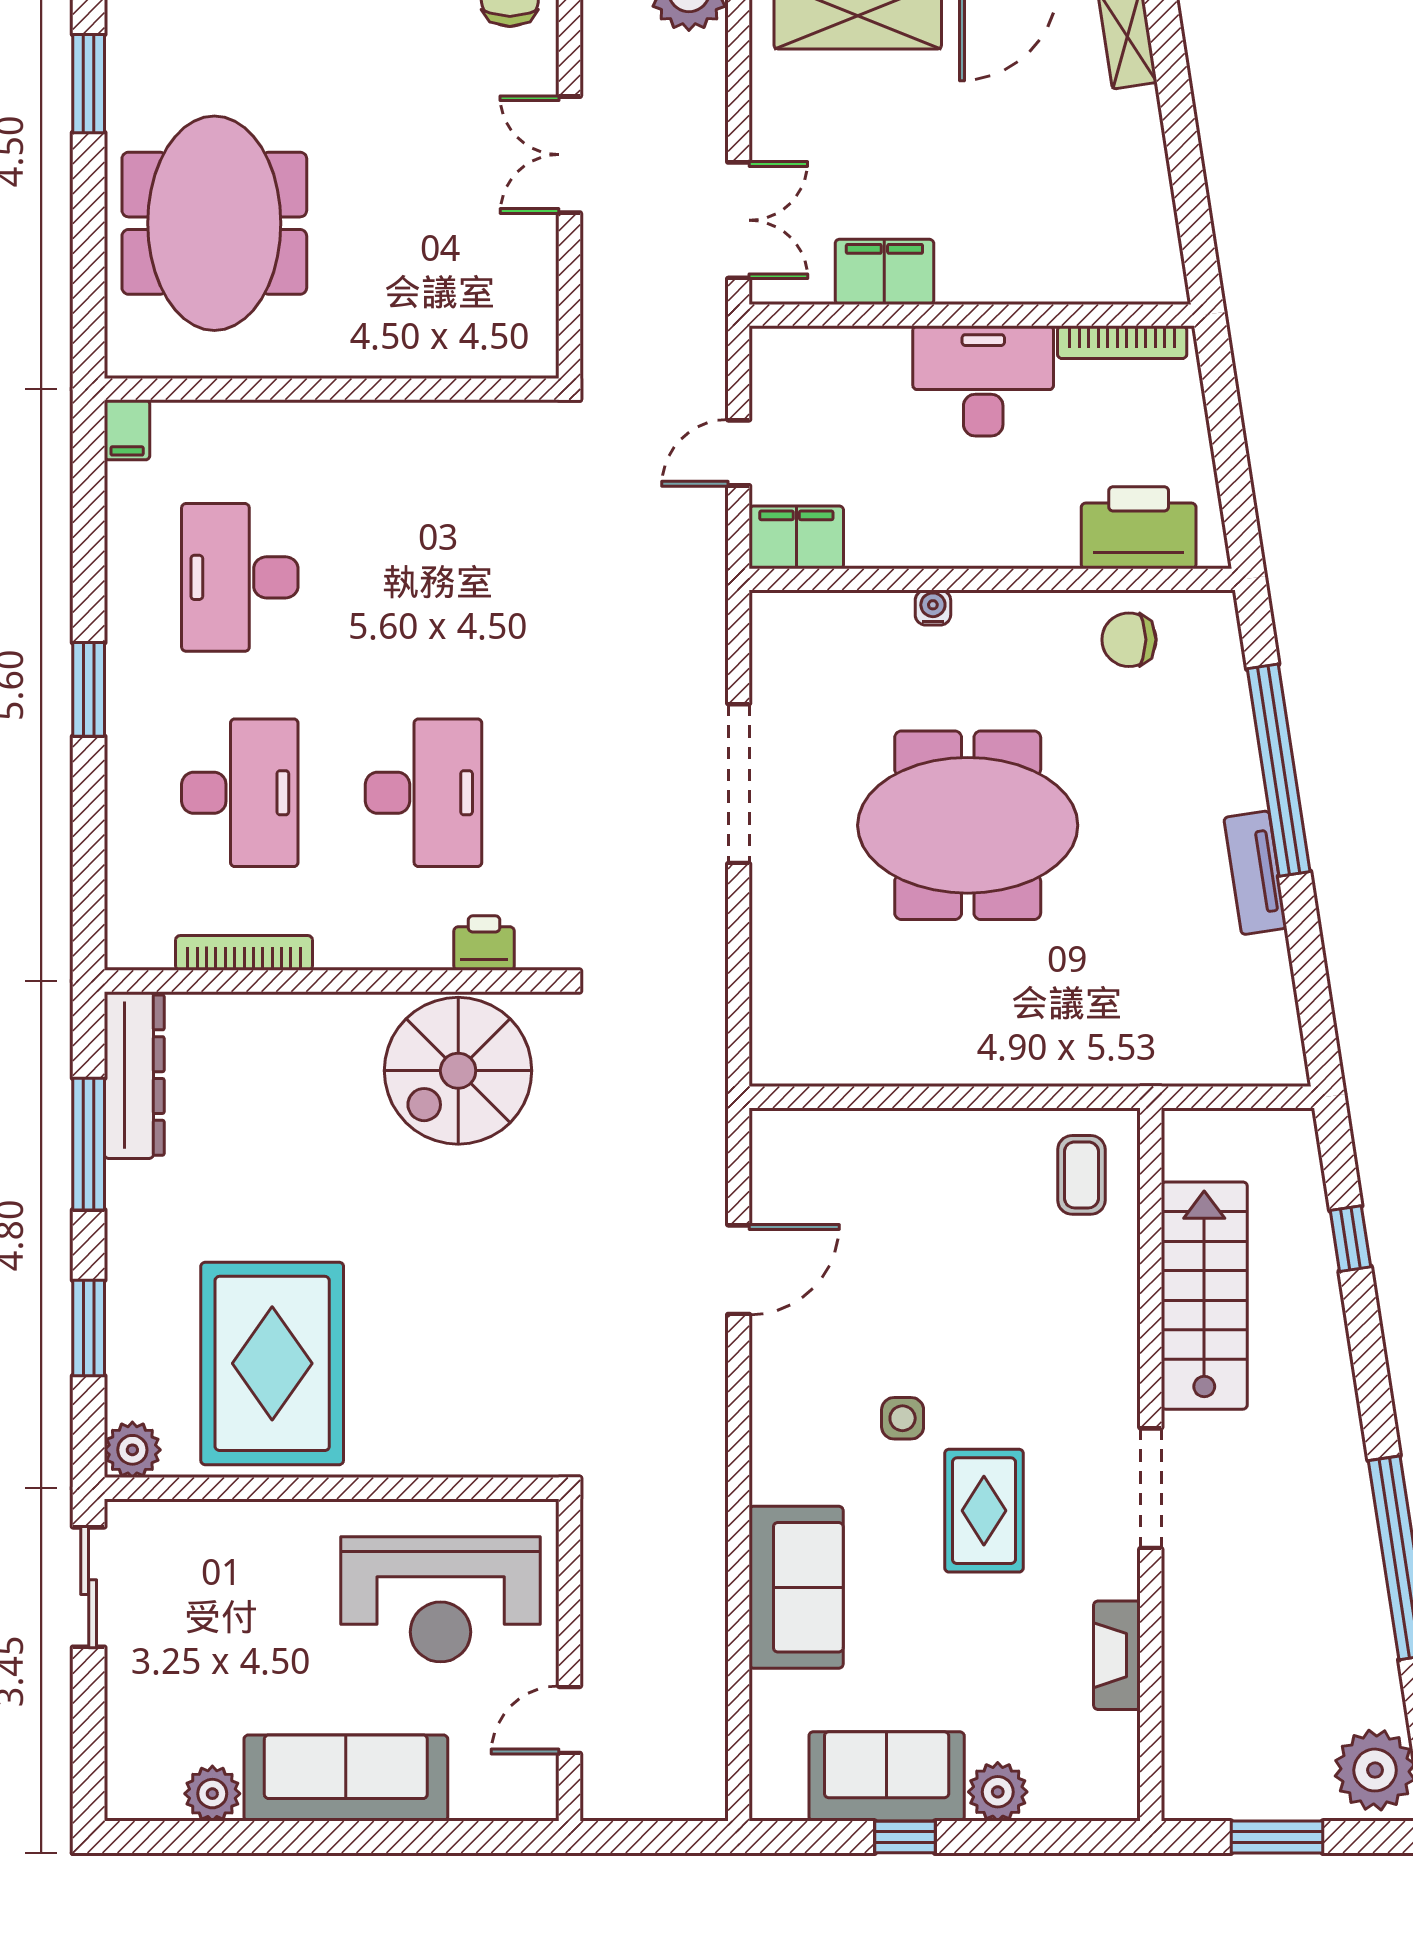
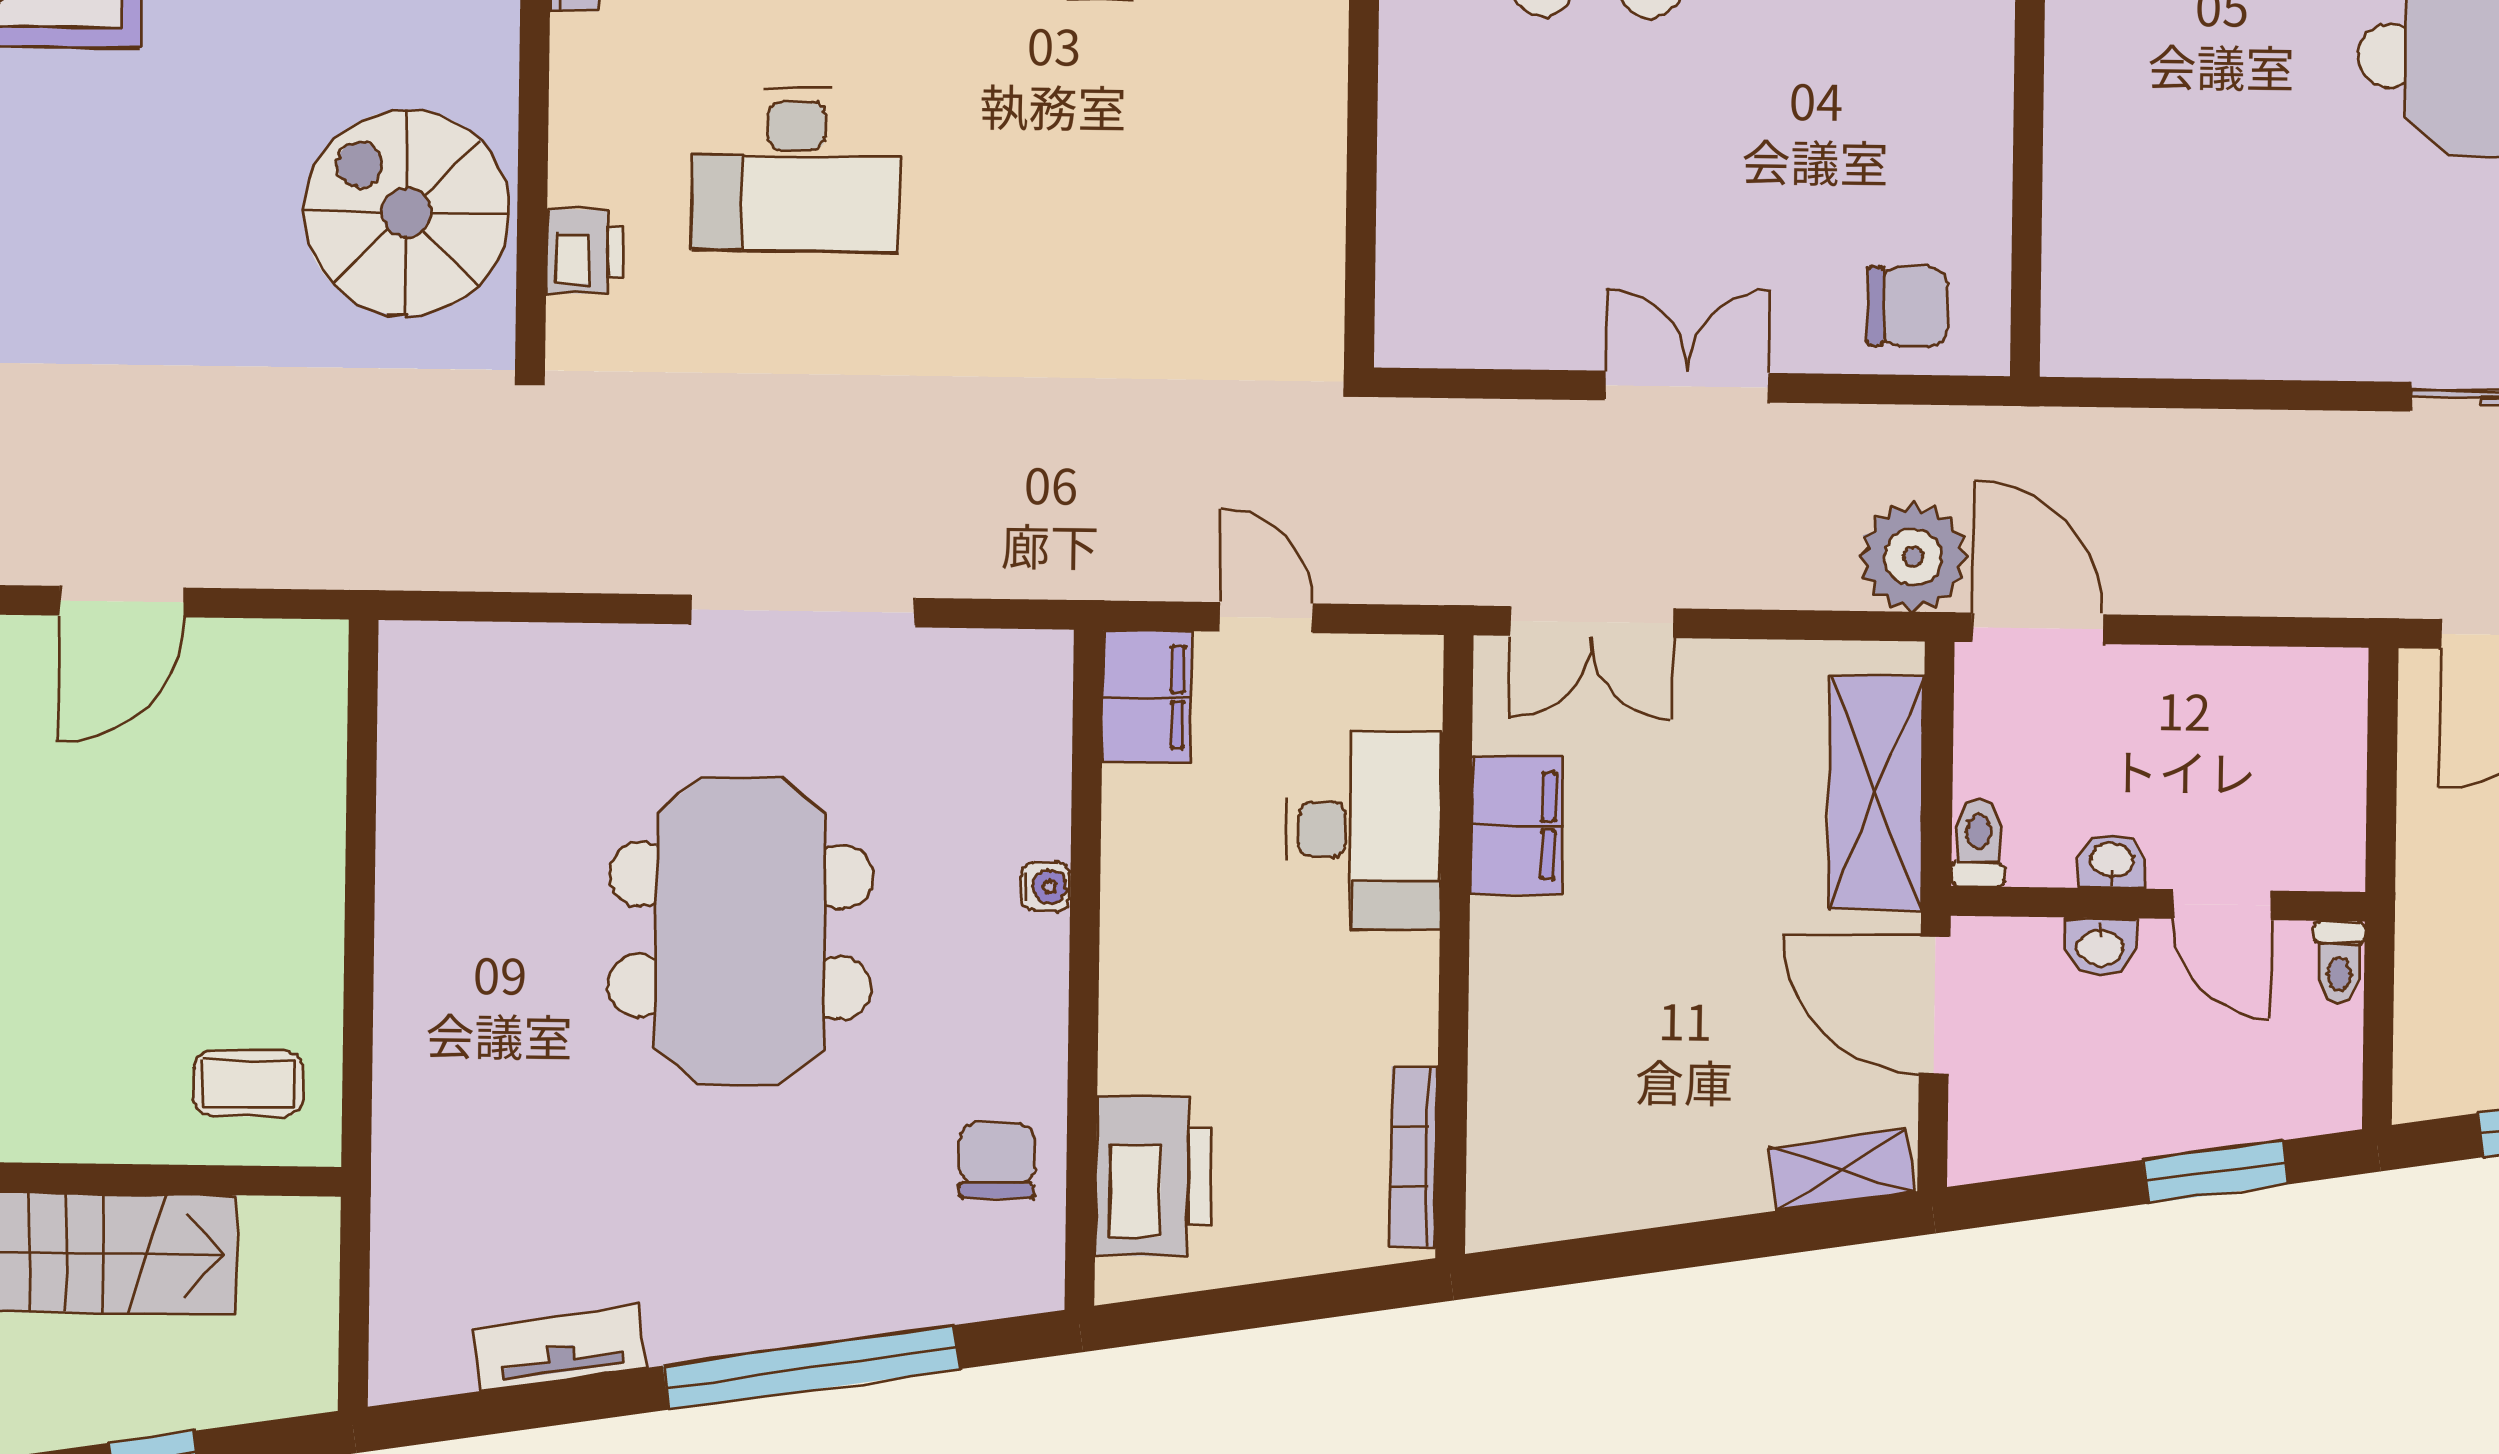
desk: (983, 381) -> (1364, 830), moved
tv unit: (1255, 873) -> (560, 1348), moved
door: (739, 1270) -> (122, 602), hinge flipped

